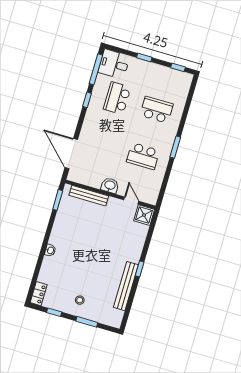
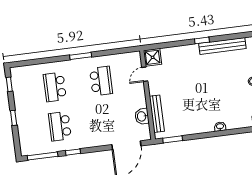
desk: (114, 64) -> (31, 142), removed
school desk: (117, 98) -> (60, 126), turned 90
washbasin: (110, 185) -> (142, 116), moved

